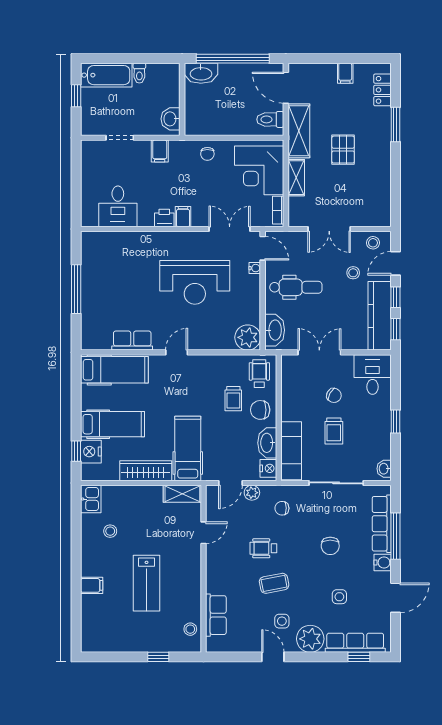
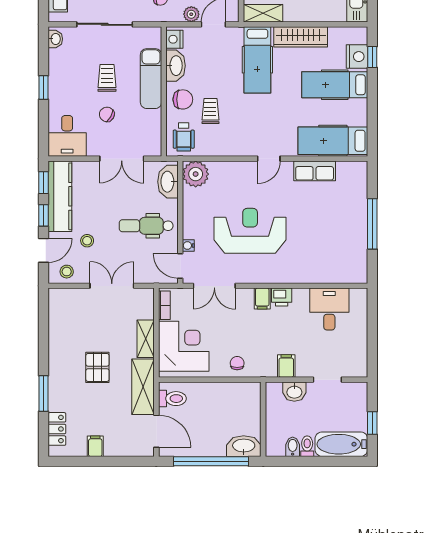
bidet: (154, 73) -> (293, 447), added
washbasin: (170, 119) -> (294, 392), moved, turned 90
exam couch: (291, 451) -> (151, 79), moved

